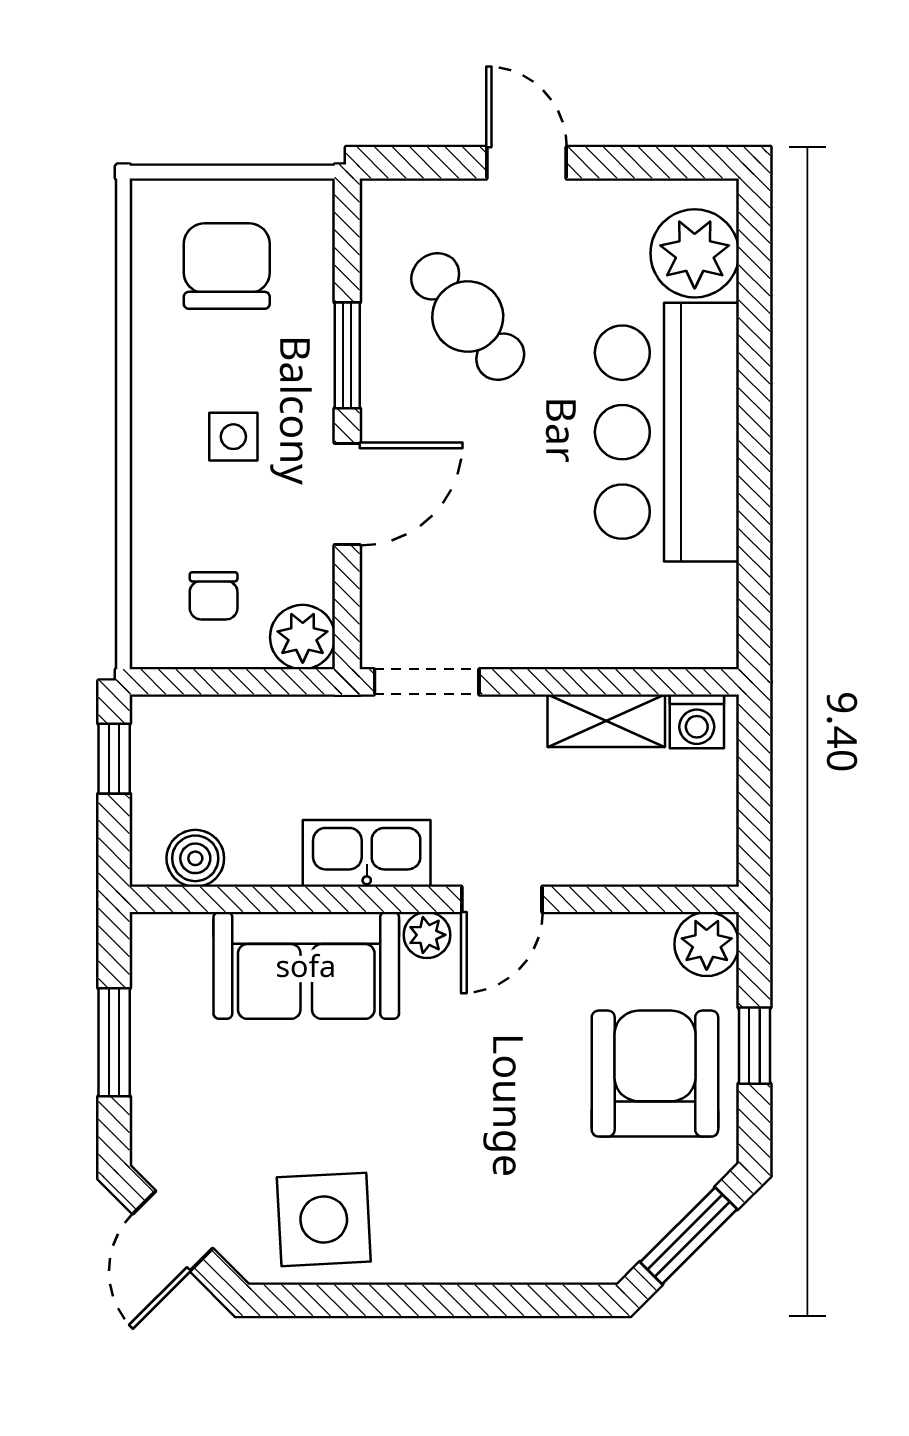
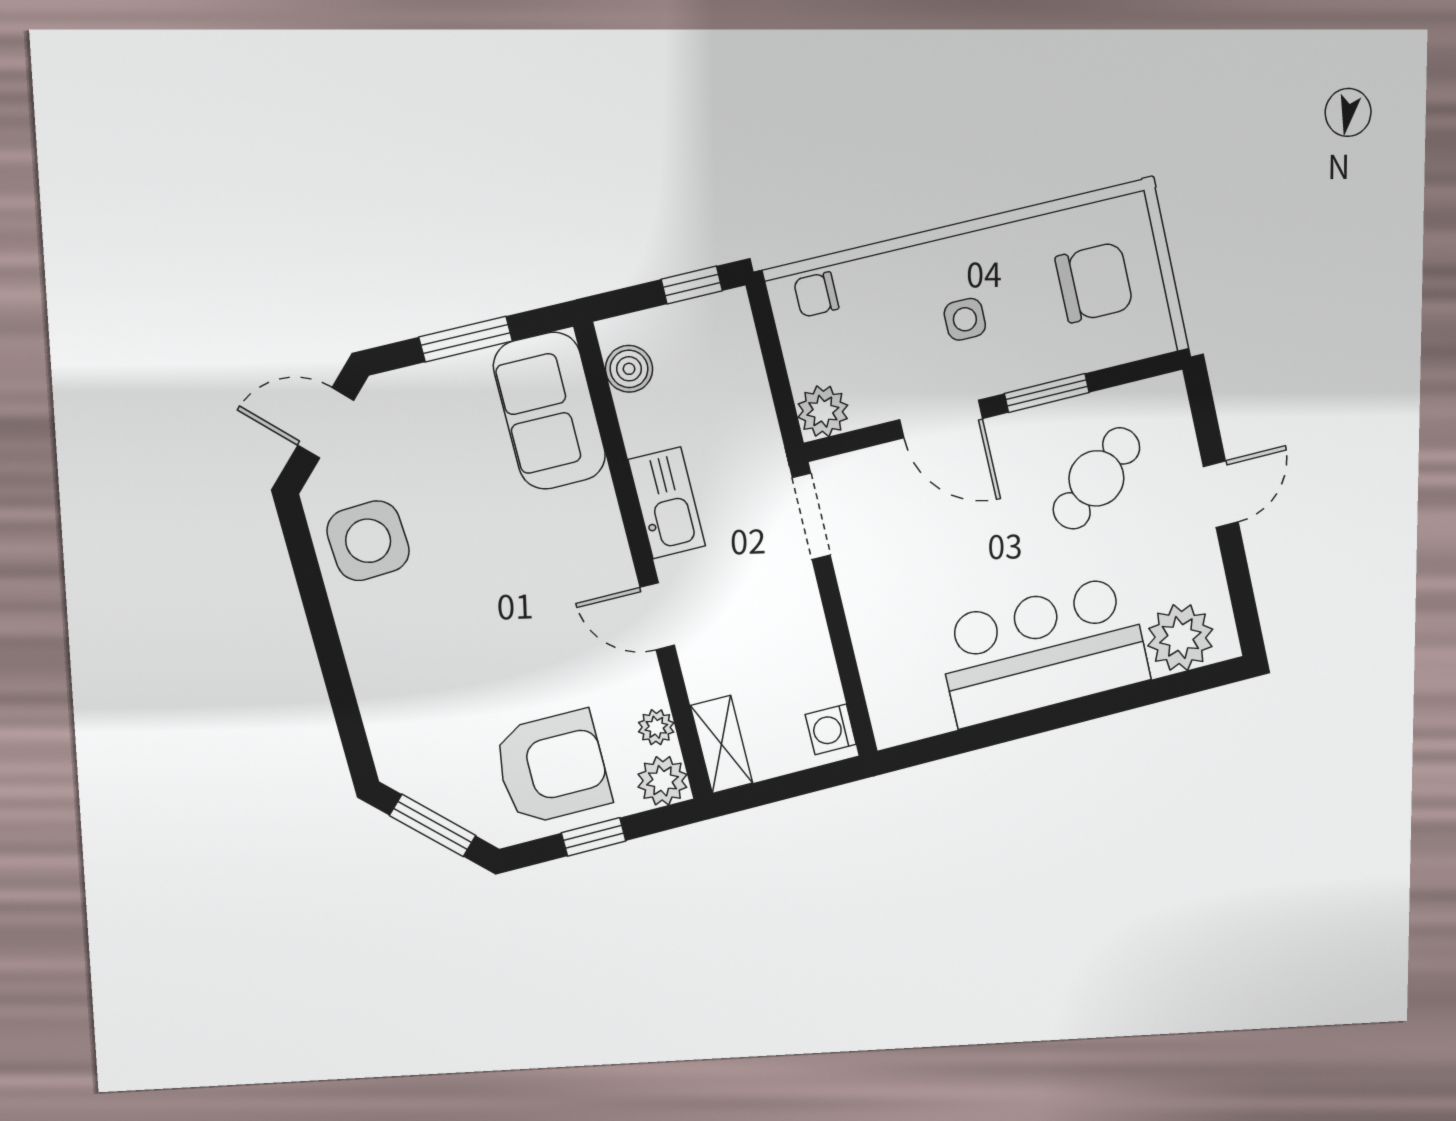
chair: (214, 596) -> (816, 294), moved
shelving: (606, 721) -> (721, 744), moved
plant: (427, 935) -> (656, 727), moved
sofa: (306, 965) -> (550, 411), moved

